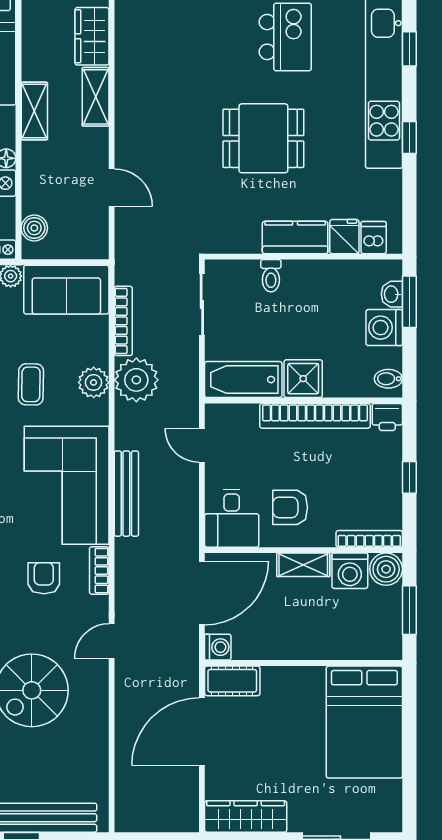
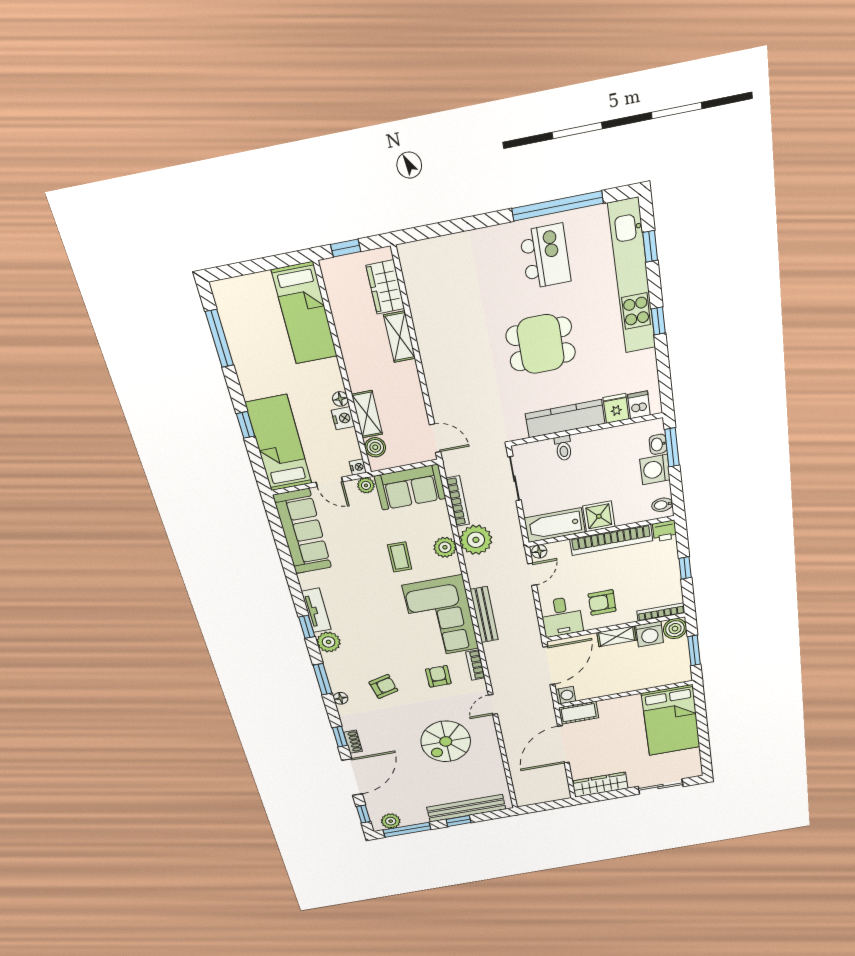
shelving: (34, 111) -> (367, 414), moved
door: (112, 188) -> (435, 438), moved
kitchen counter: (295, 237) -> (565, 419), width x1.50
floor lamp: (217, 413) -> (539, 551), added
door: (202, 445) -> (532, 574), swing flipped

